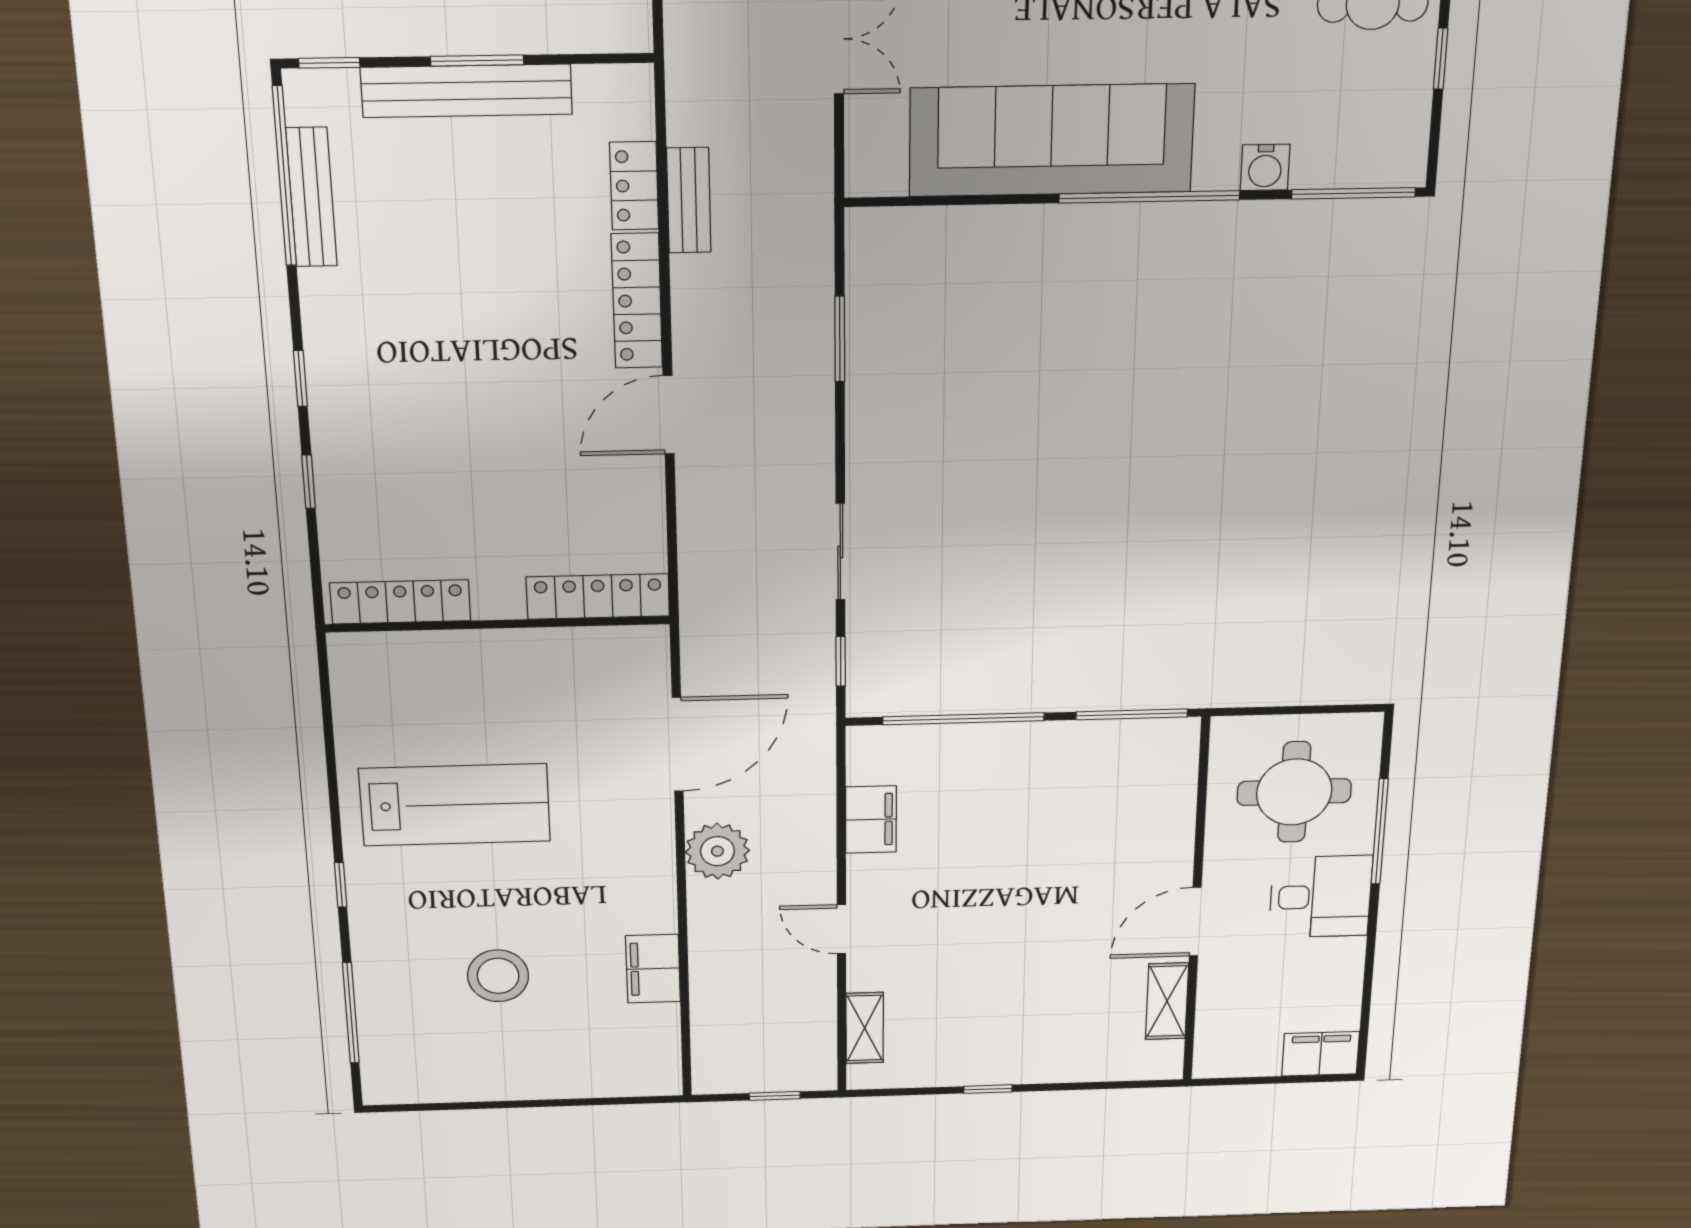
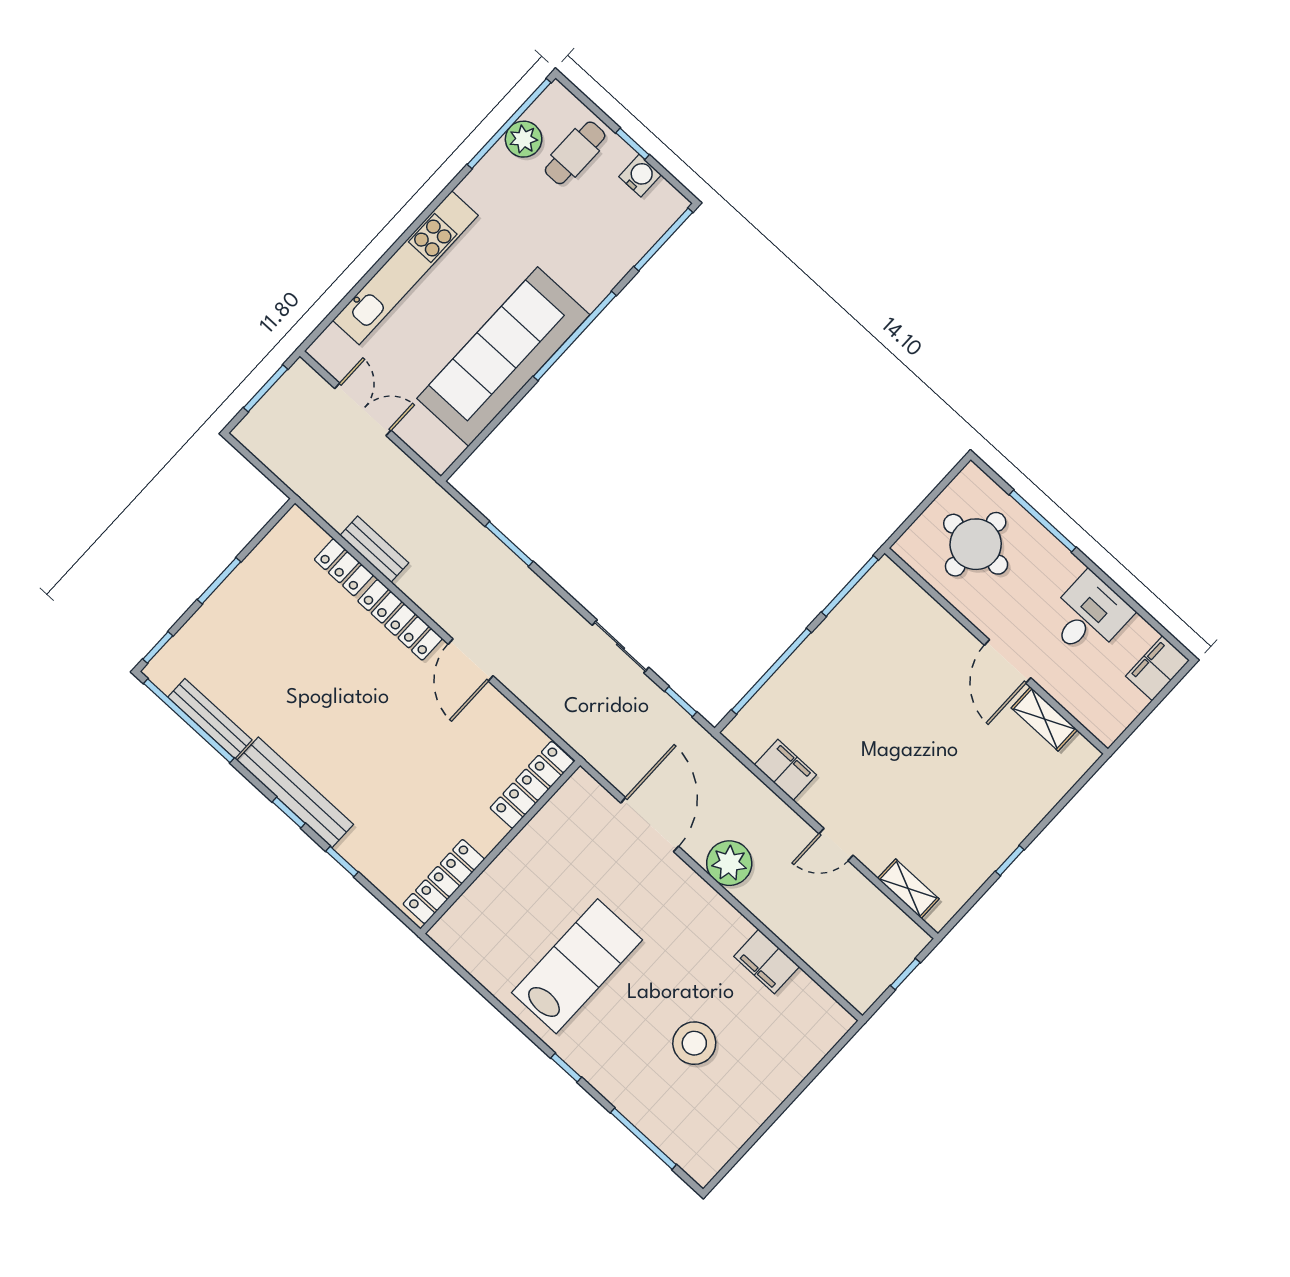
bench: (467, 91) -> (295, 792), moved, turned 90
water cooler: (1265, 167) -> (640, 176), moved, turned -90
desk: (1321, 897) -> (1089, 616), moved

